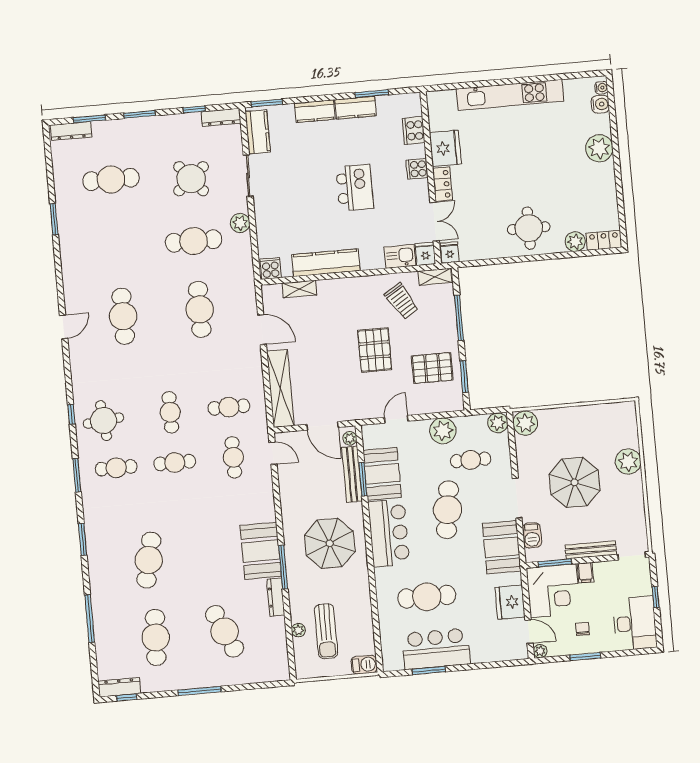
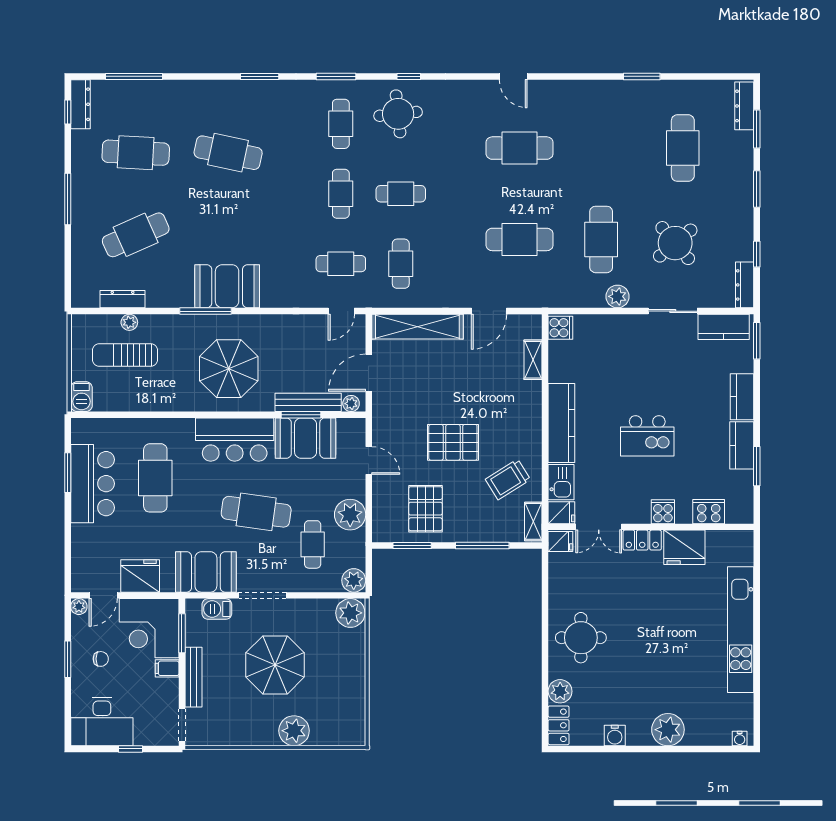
water cooler: (600, 104) -> (615, 735), moved
kitchen counter: (326, 263) -> (561, 423), moved
dresser: (276, 597) -> (123, 299), moved
window: (90, 619) -> (134, 76), moved

